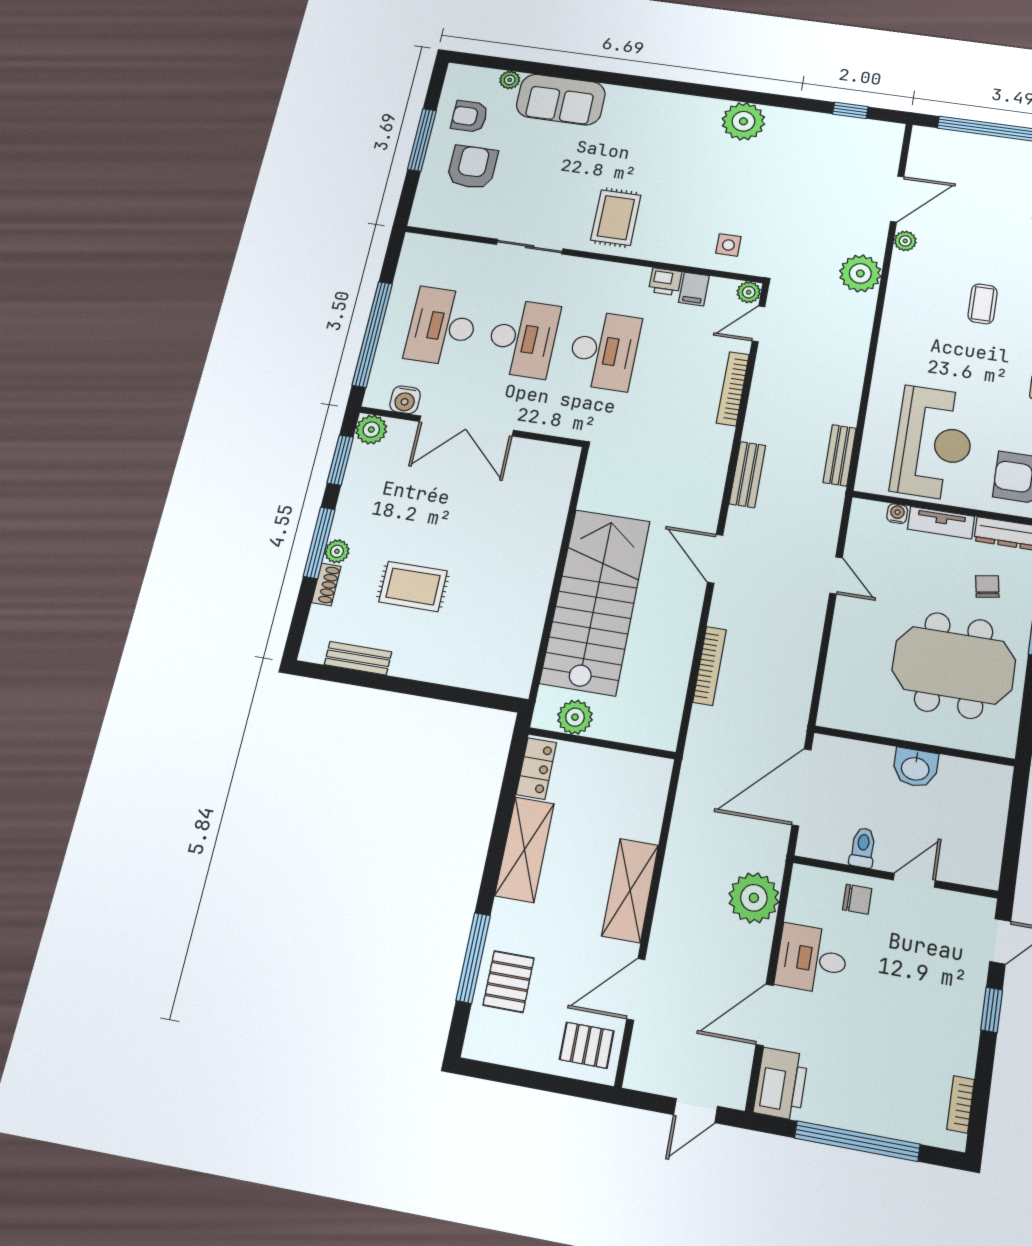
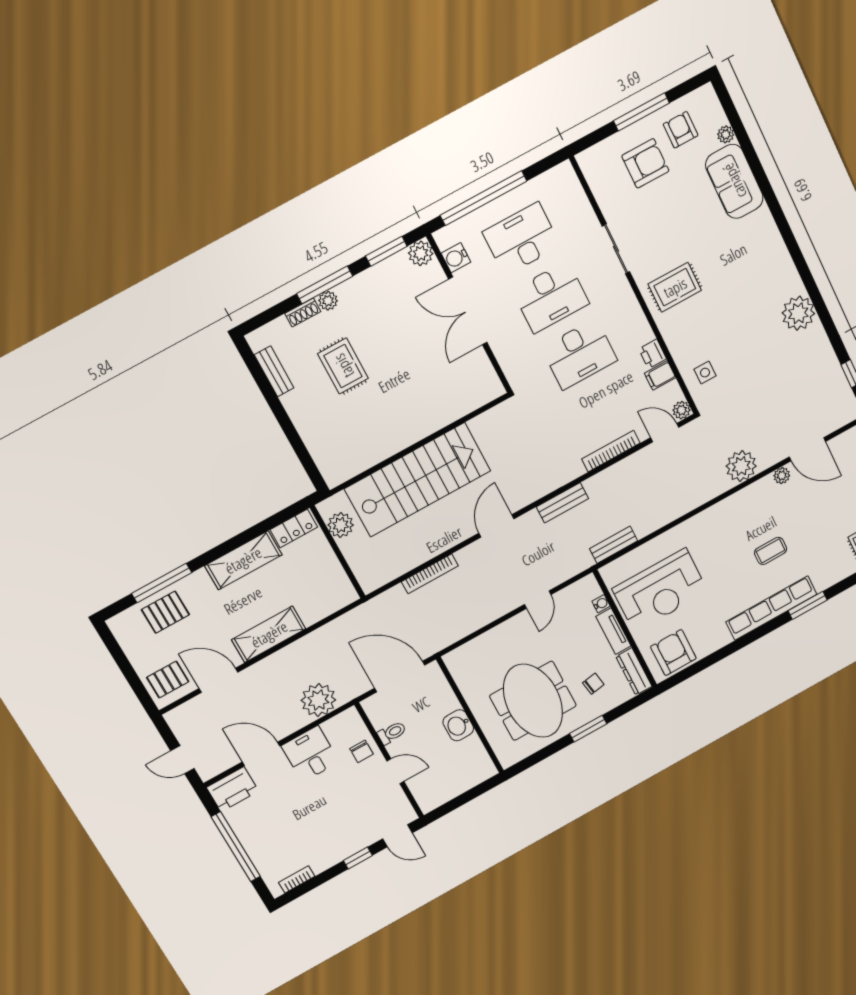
pallet: (587, 1045) -> (168, 680), turned 90

